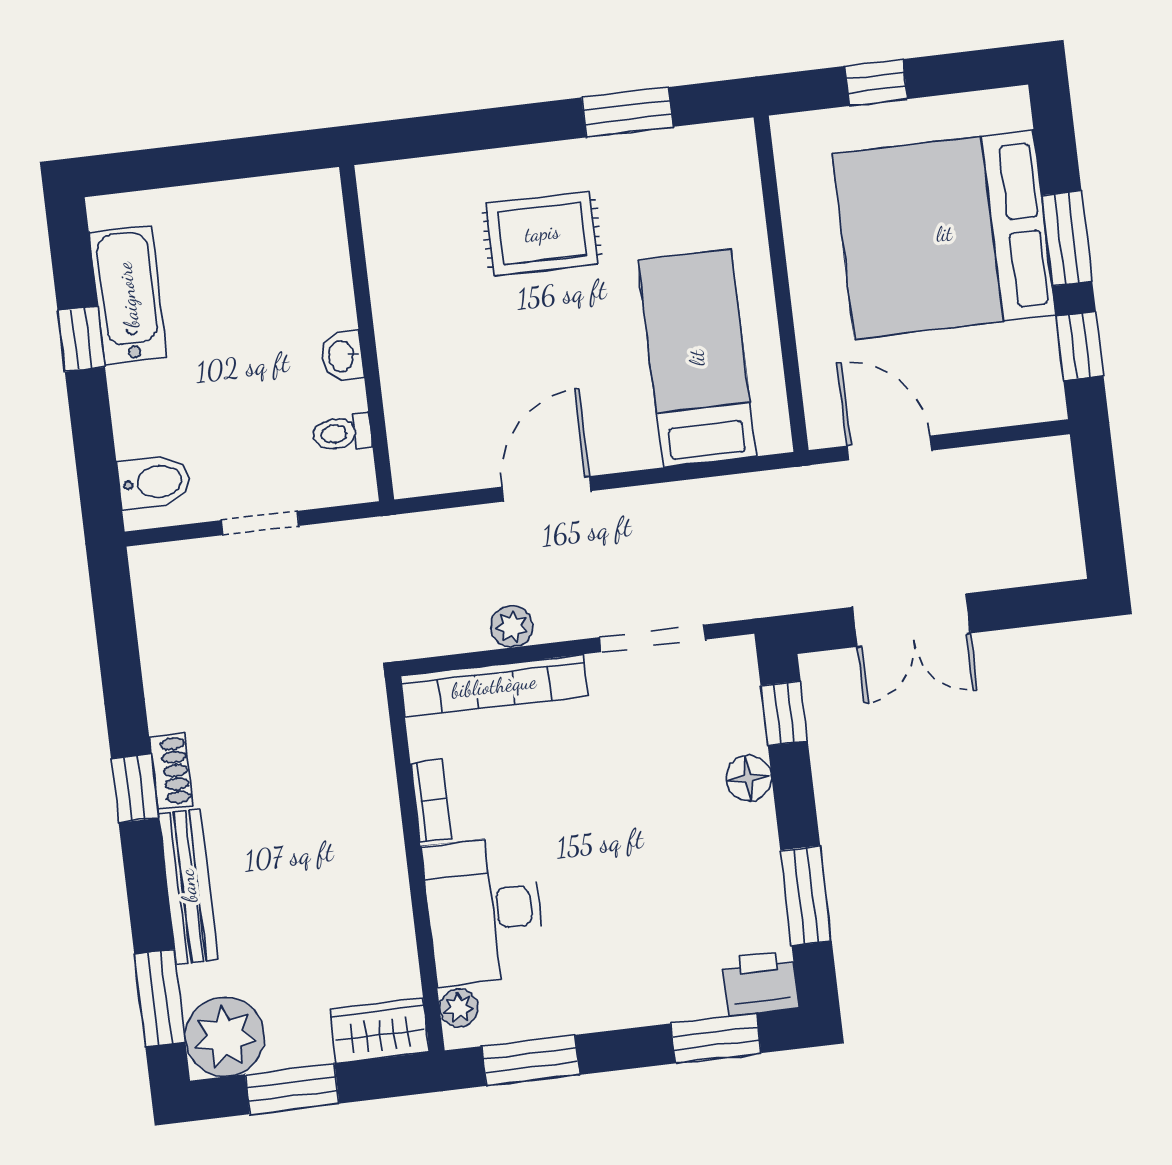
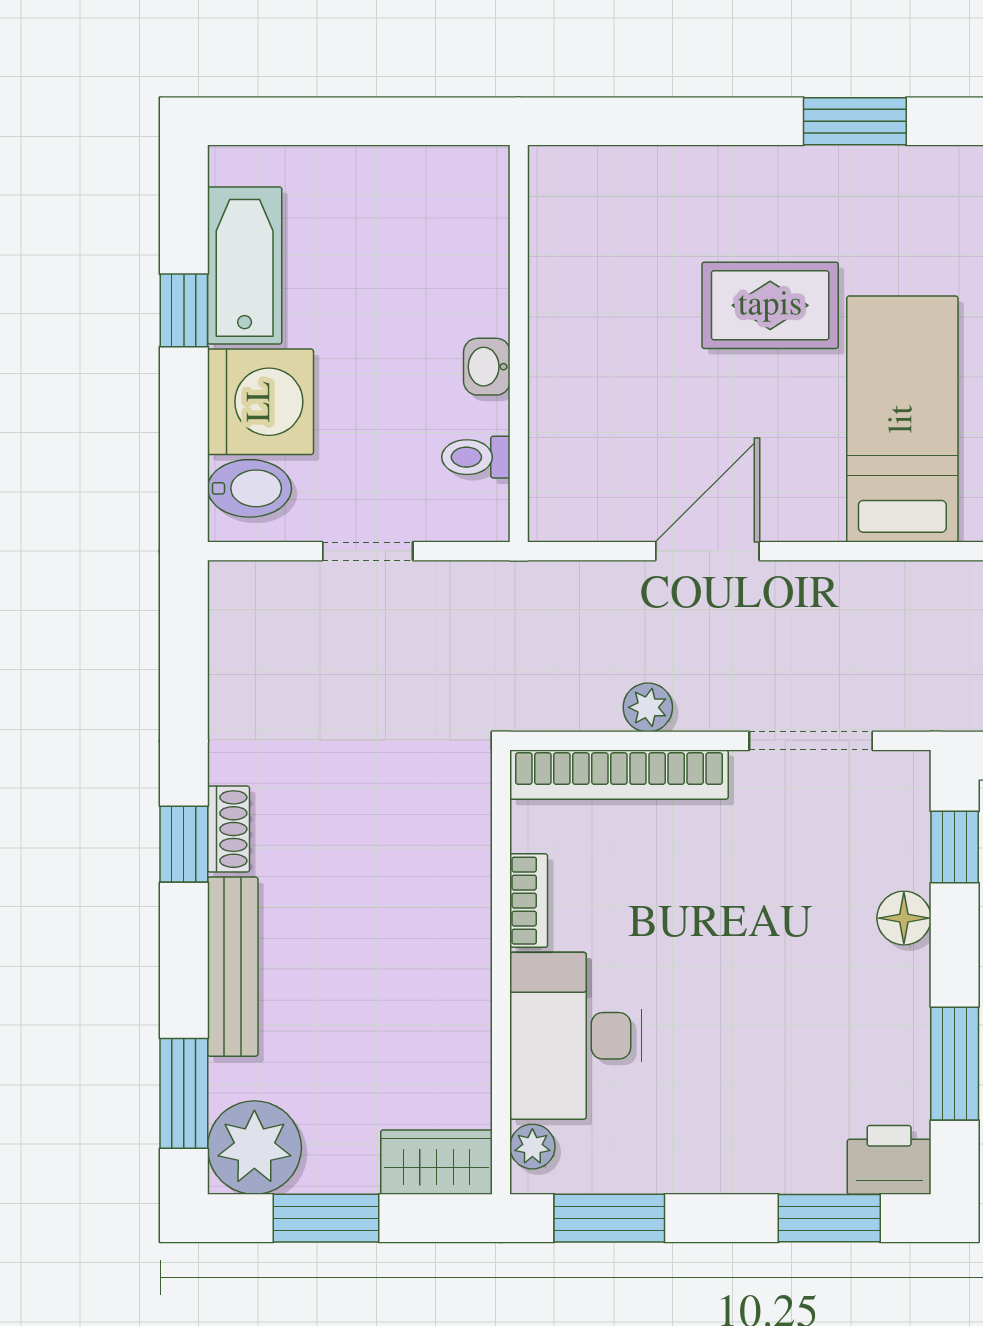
rug: (542, 233) -> (770, 305), moved
washing machine: (155, 408) -> (260, 402), added

